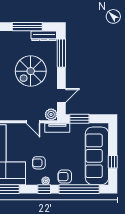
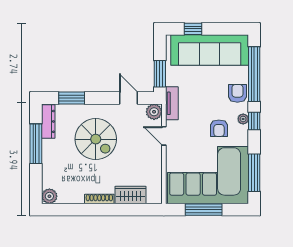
window: (61, 53) -> (72, 98), width x0.69
door: (33, 122) -> (164, 136), swing flipped
window: (113, 162) -> (193, 29), moved
armchair: (65, 177) -> (237, 93), turned 180

